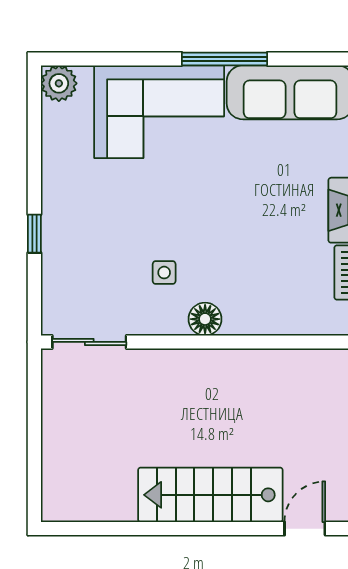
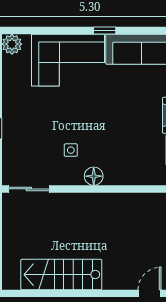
window: (224, 59) -> (105, 31), width x0.46
stairs: (210, 495) -> (61, 275), moved

